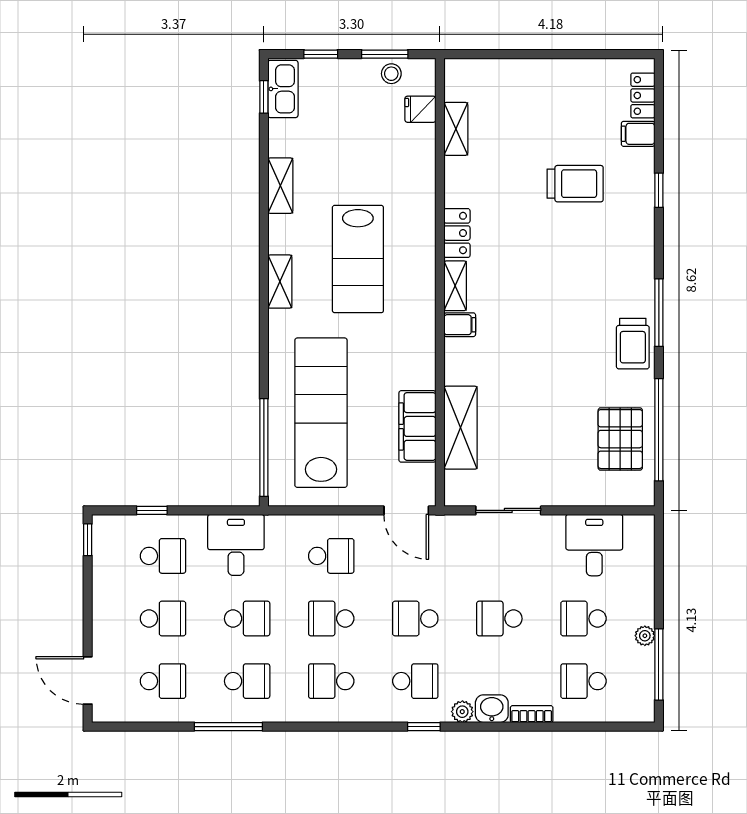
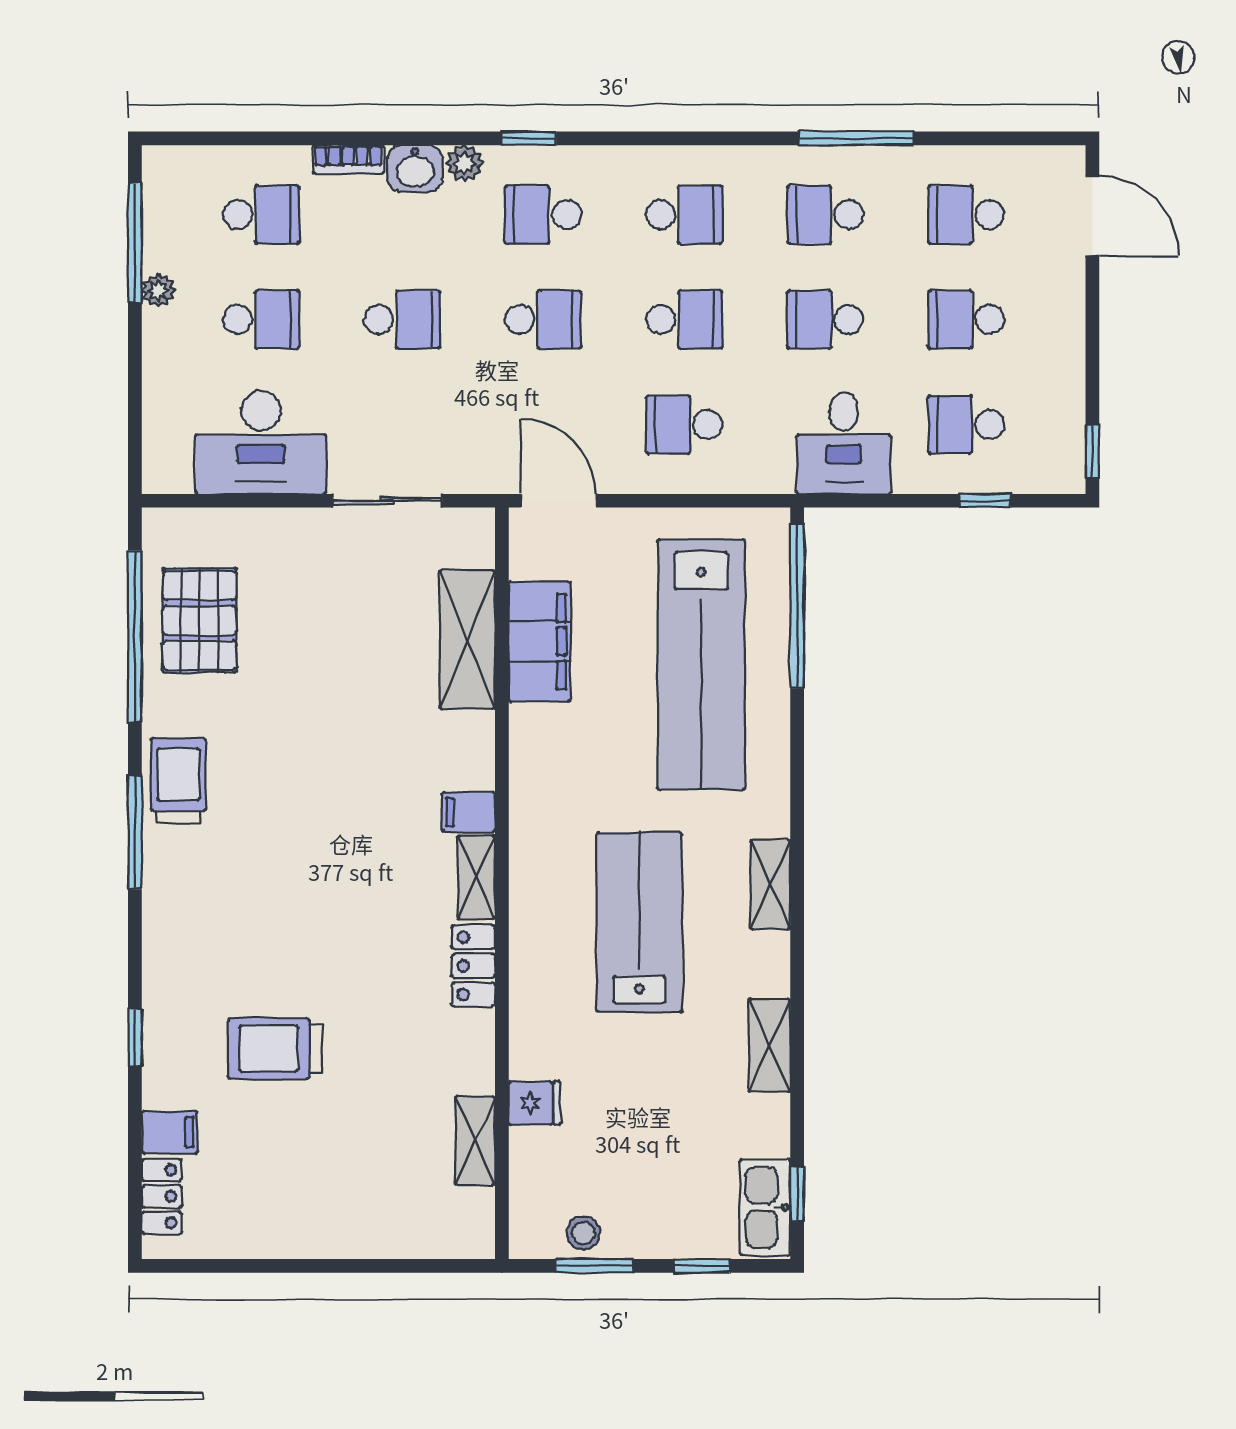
fridge: (420, 109) -> (535, 1103), moved
desk: (594, 545) -> (261, 443), width x1.37

